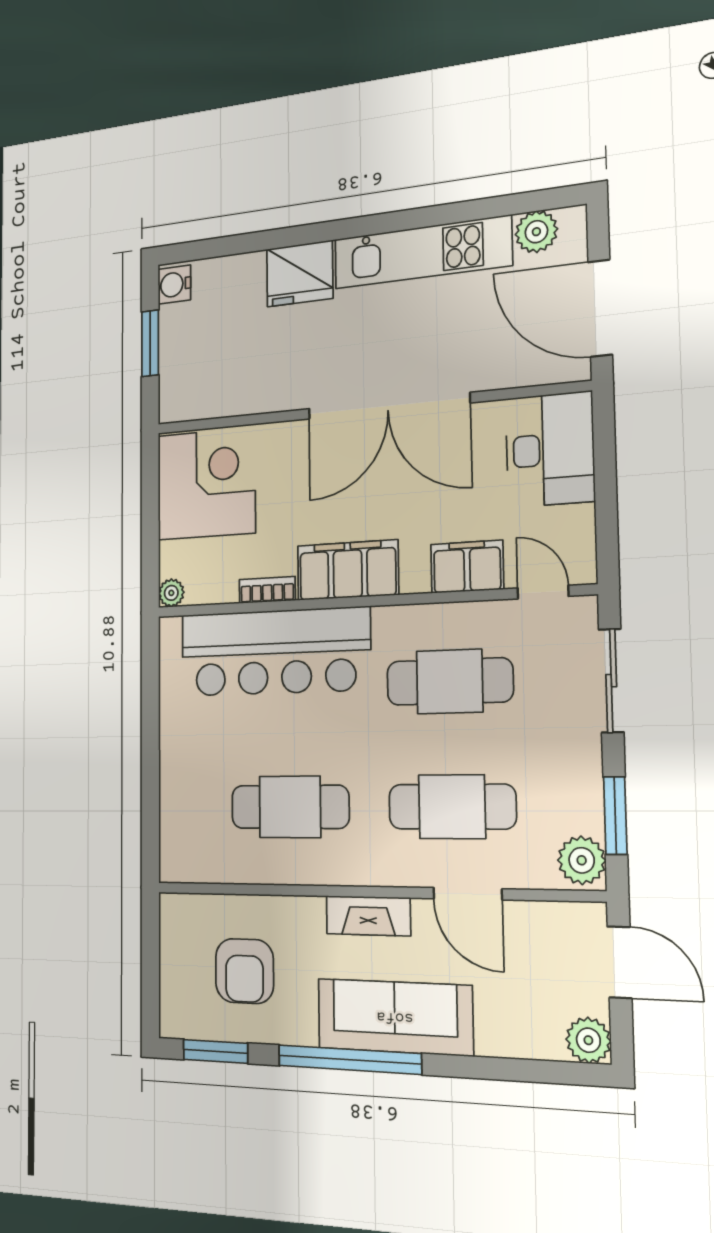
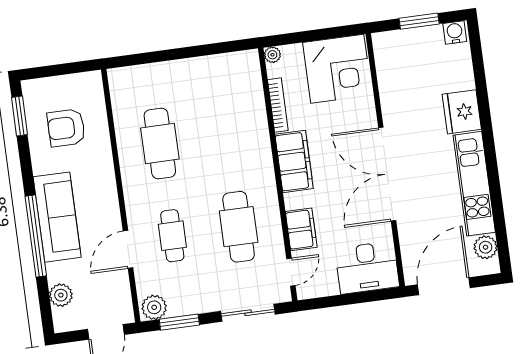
bookcase: (267, 590) -> (278, 105), width x1.56
bar counter: (275, 652) -> (245, 123), removed
cafe table: (452, 807) -> (172, 236), width x0.73, depth x0.74
fireplace: (368, 916) -> (108, 196), removed
plant: (588, 1040) -> (61, 295), moved
window: (349, 1060) -> (36, 236), moved

